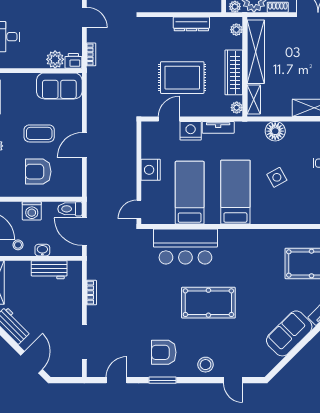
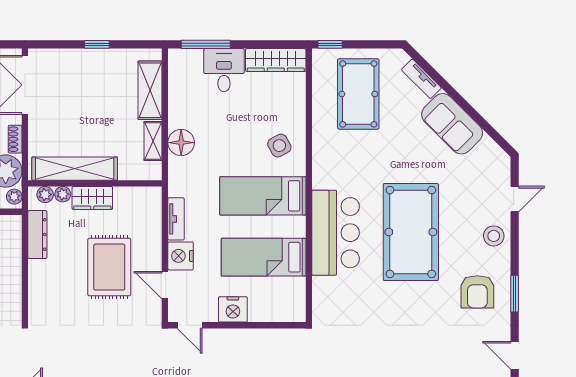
dresser: (191, 24) -> (37, 235), moved
wardrobe: (234, 72) -> (92, 198), width x0.67
shelving: (254, 99) -> (153, 141), moved, turned 90
plant: (237, 108) -> (63, 194), moved
side table: (277, 177) -> (279, 146), moved
door: (139, 209) -> (190, 325), moved
bar counter: (185, 246) -> (336, 233), moved
pool table: (208, 303) -> (411, 232), width x1.36, depth x1.32

